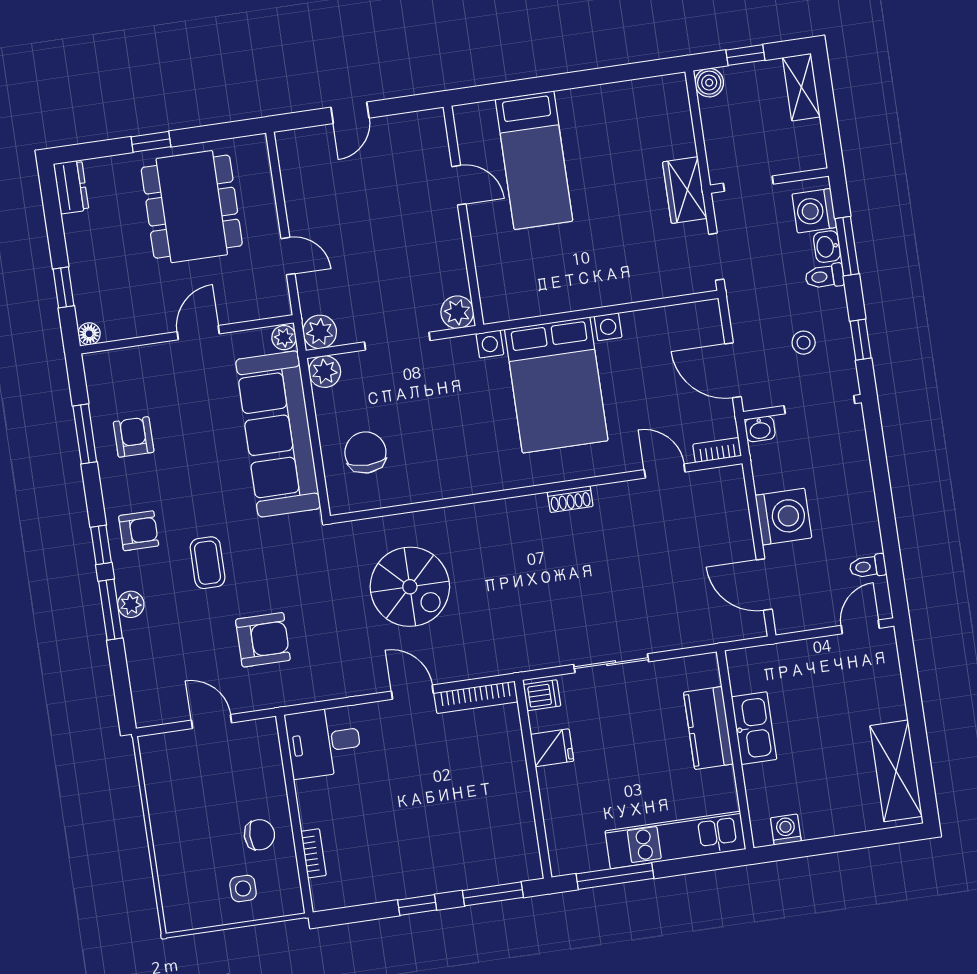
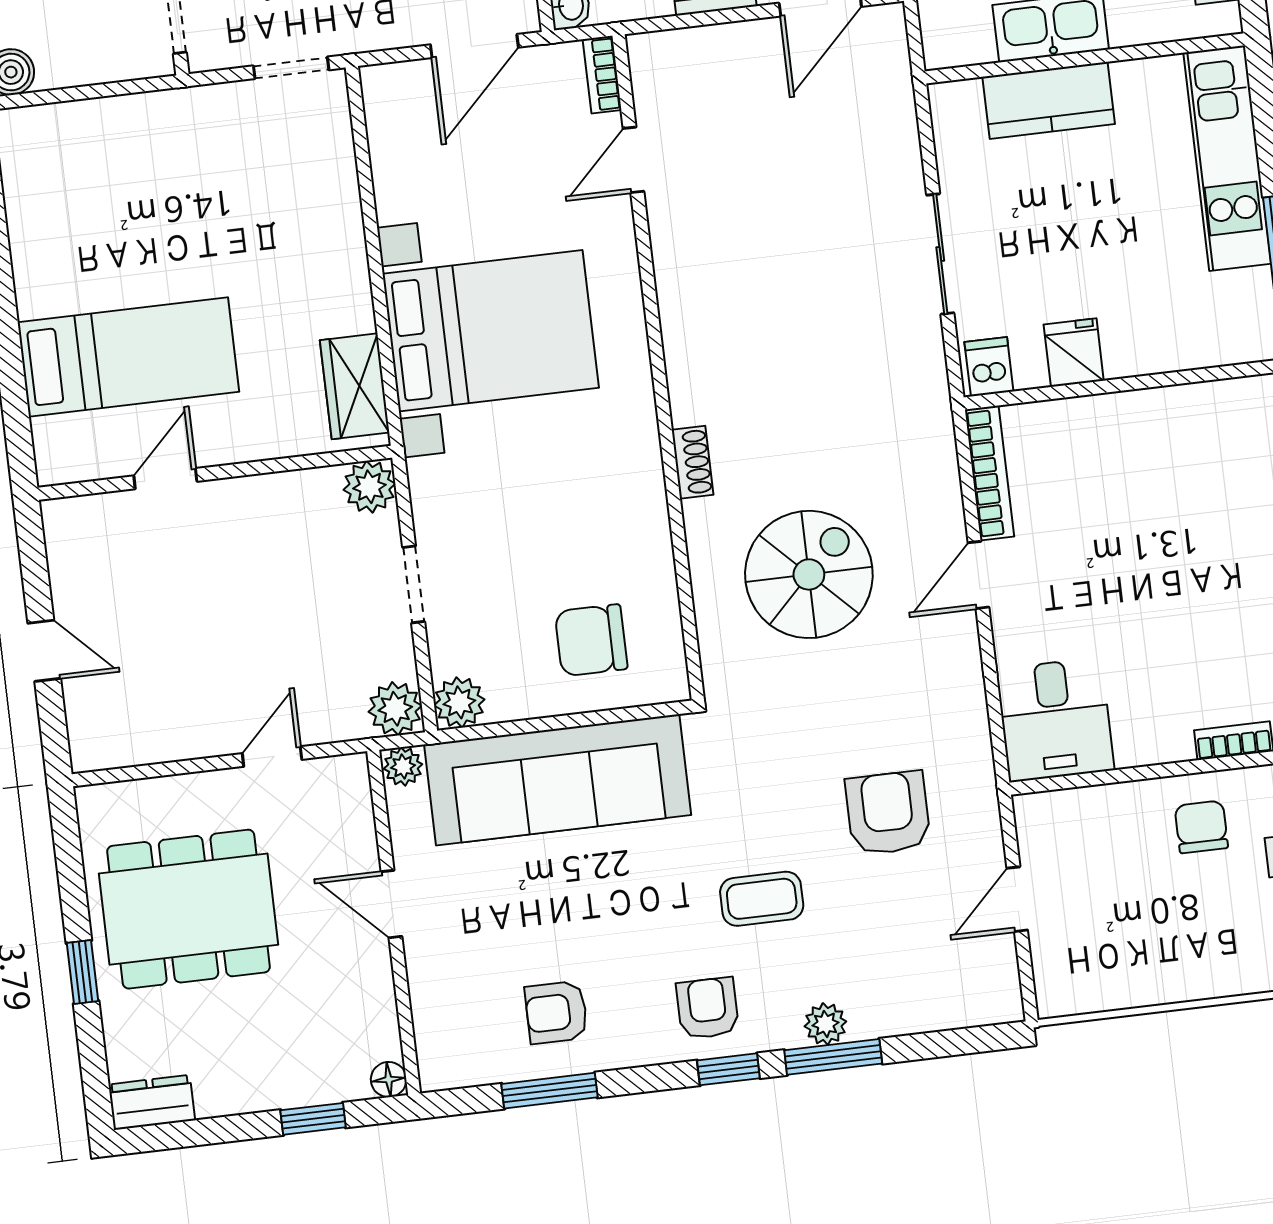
wardrobe: (685, 190) -> (355, 386), moved, turned 90
doorway: (397, 341) -> (414, 584), width x0.73
shoe rack: (570, 499) -> (693, 462), moved

